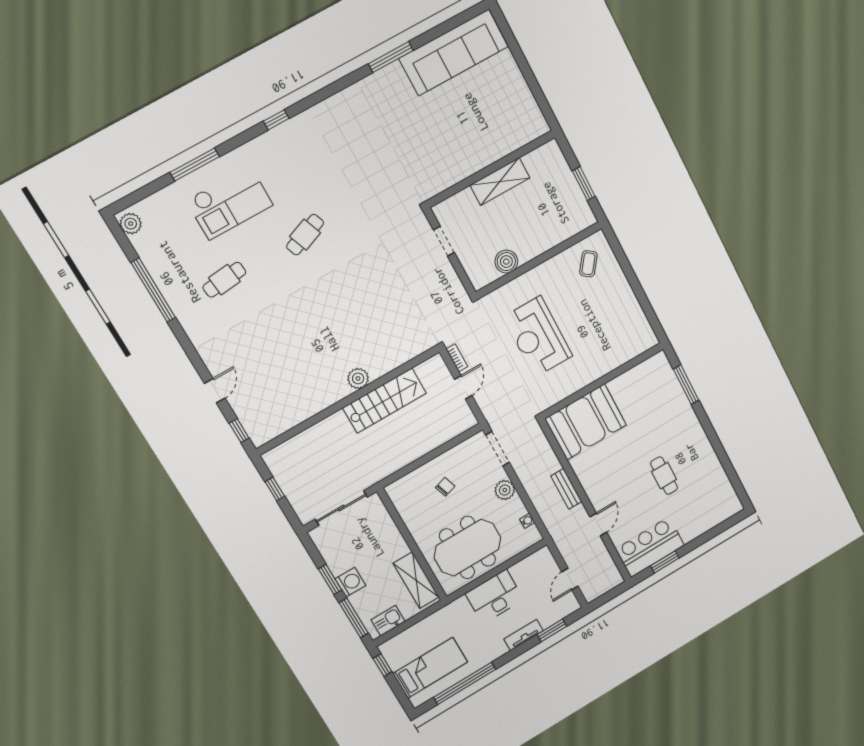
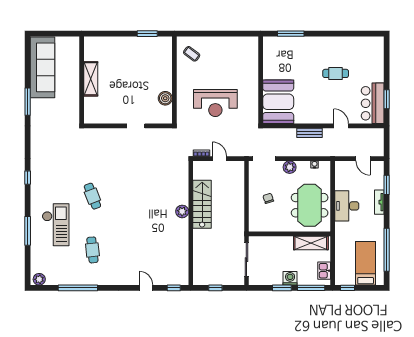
wall: (491, 169) -> (82, 80), moved
shelving: (500, 181) -> (91, 79), moved

